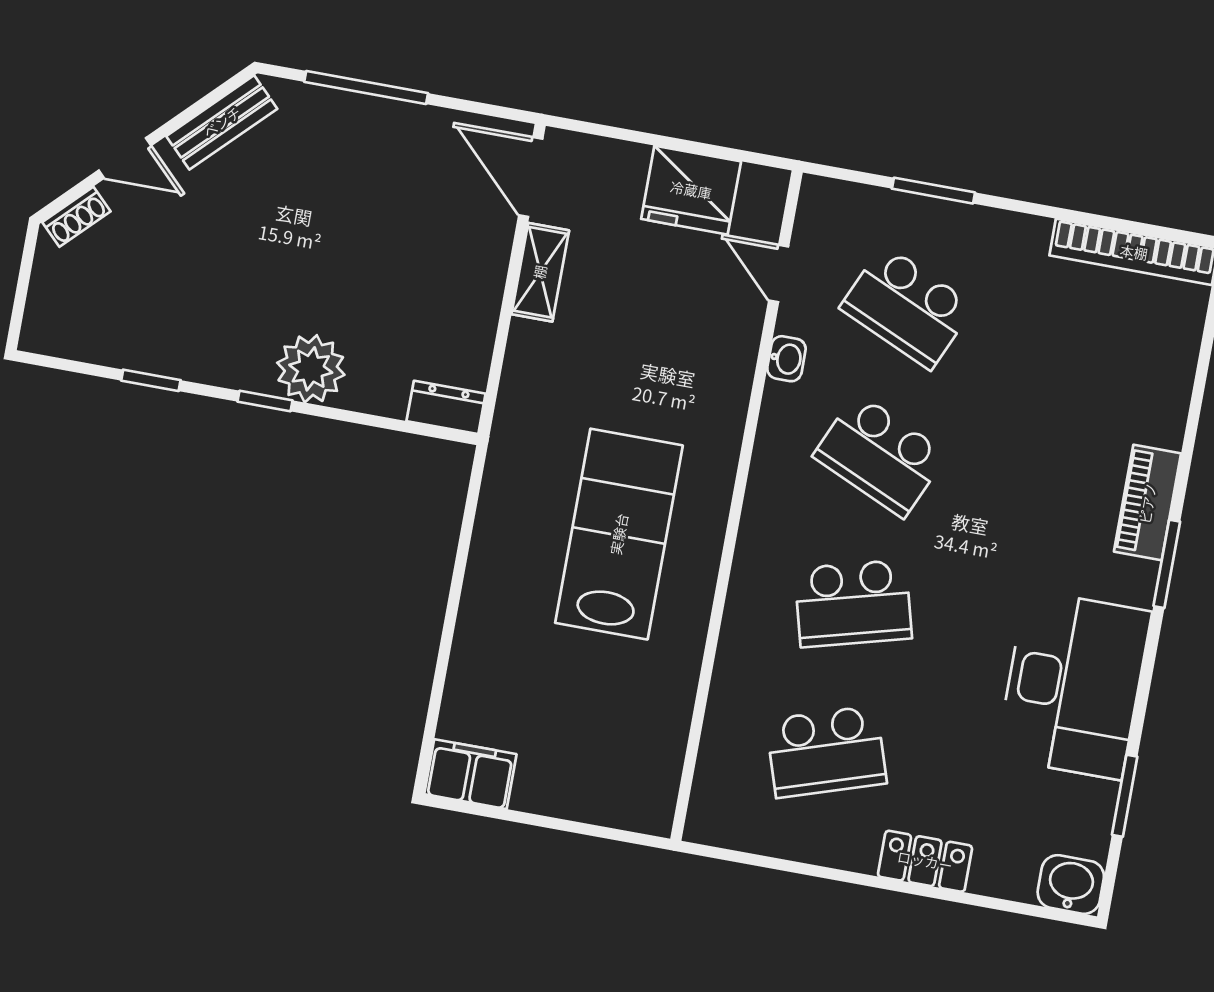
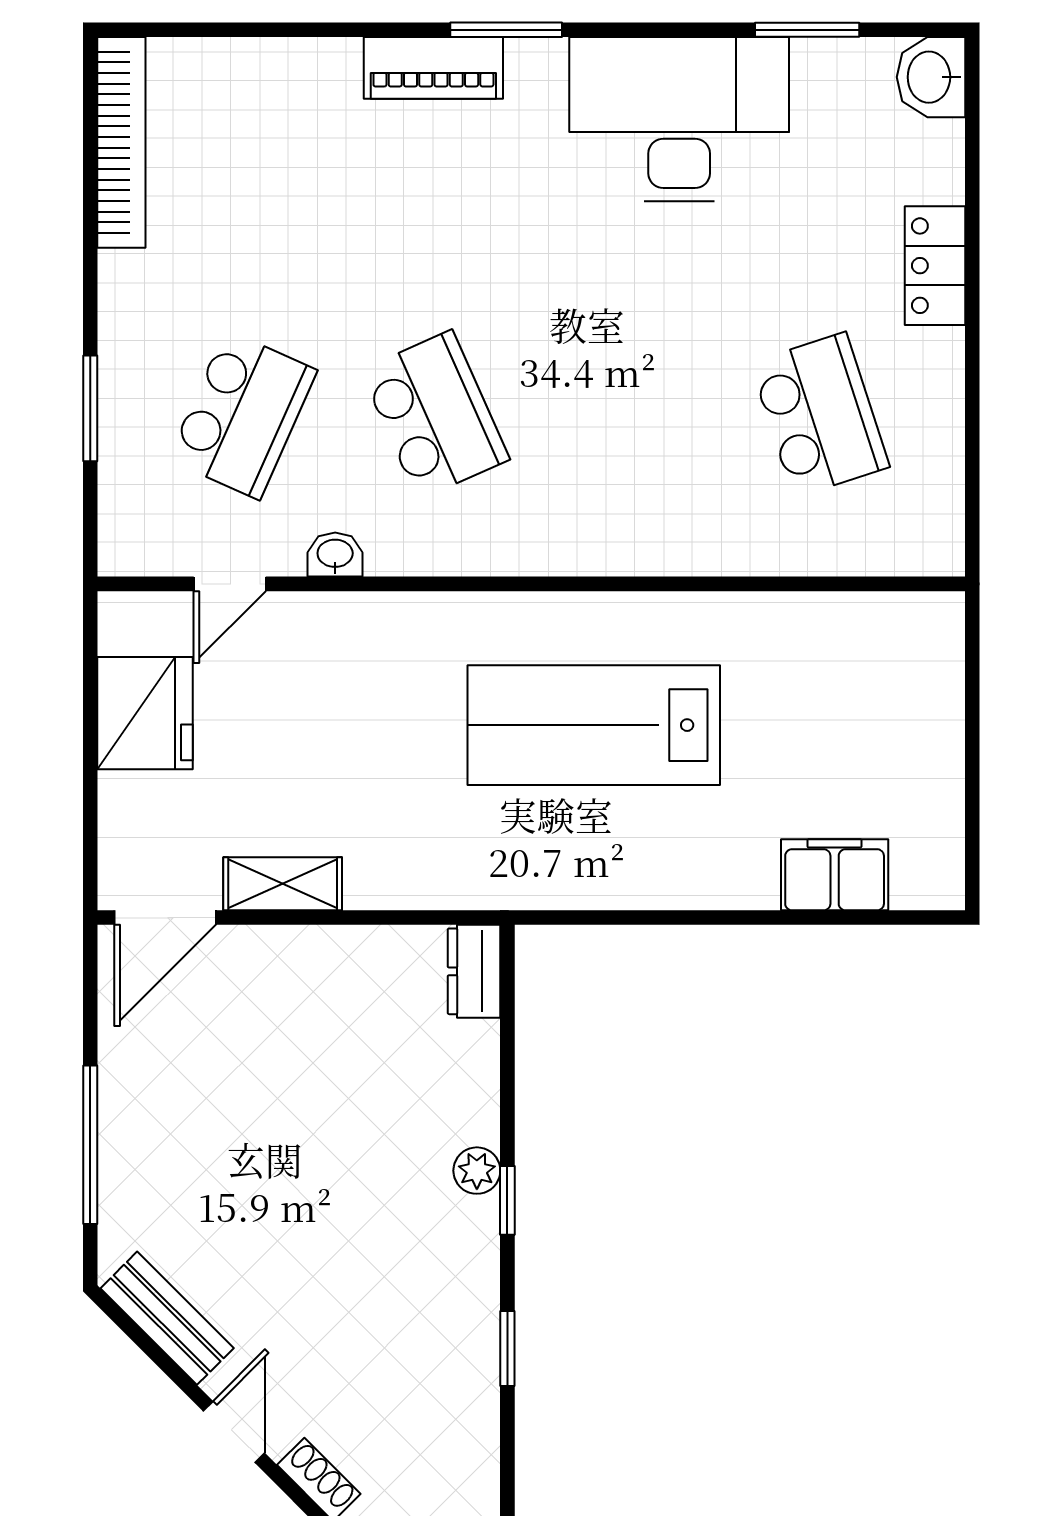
plant: (311, 369) -> (477, 1171), width x0.53, depth x0.53
school desk: (880, 455) -> (435, 415), turned -48
school desk: (853, 603) -> (627, 415), removed
filing cabinet: (470, 774) -> (835, 875), moved, turned 90

